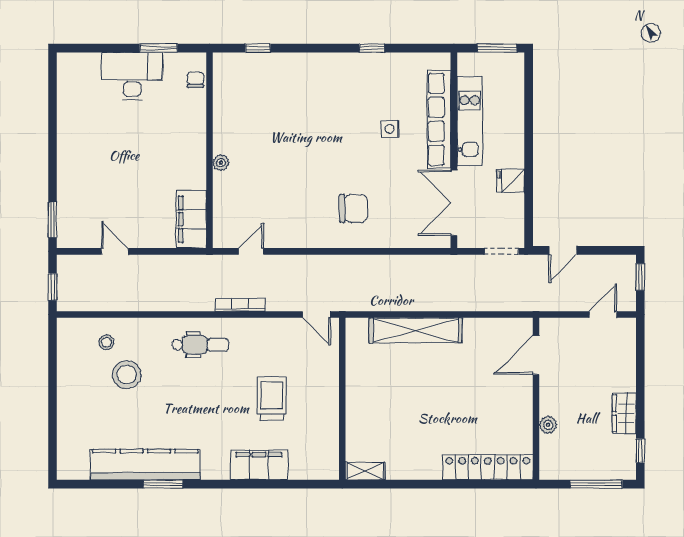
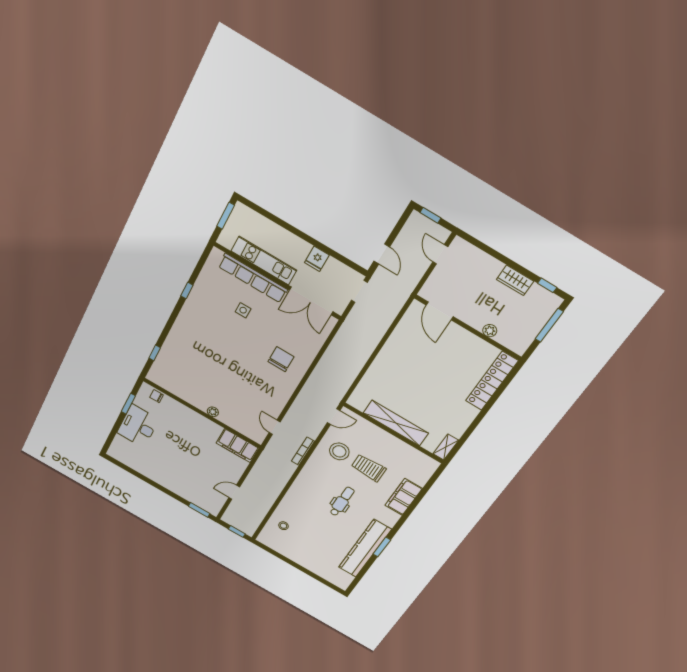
shelving: (416, 330) -> (396, 423), moved, turned 90
dental chair: (200, 345) -> (342, 502), moved
stool: (127, 375) -> (339, 451), moved

